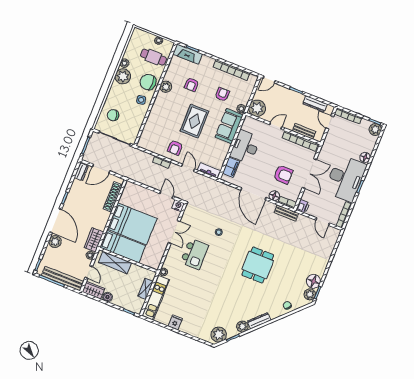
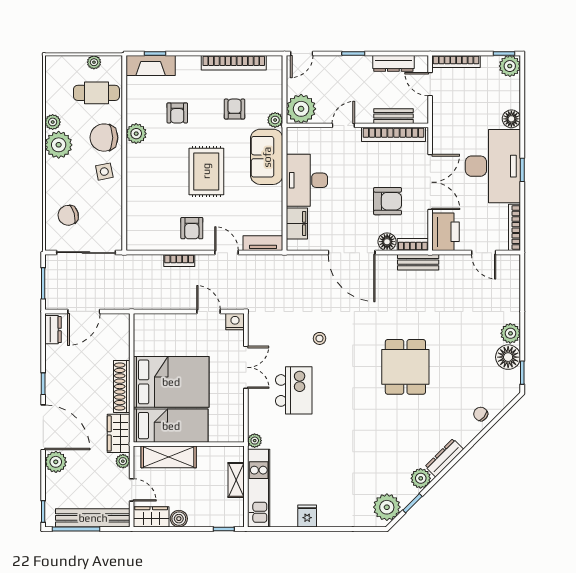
shoe rack: (113, 197) -> (122, 386), moved
printer: (303, 206) -> (446, 232), width x1.87, depth x1.48
plant: (310, 294) -> (510, 333), moved

